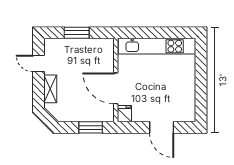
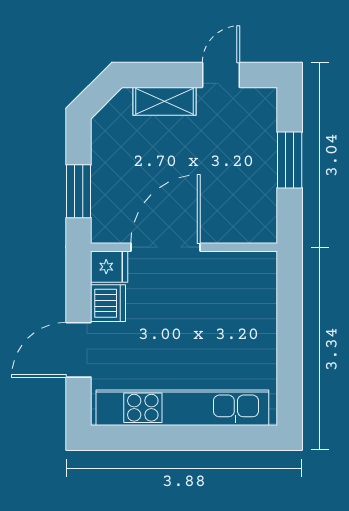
kitchen unit: (157, 46) -> (182, 408), moved, turned 90
dishwasher: (141, 114) -> (108, 303), added

